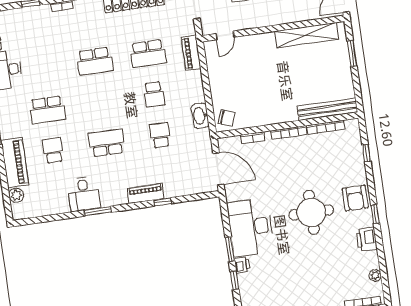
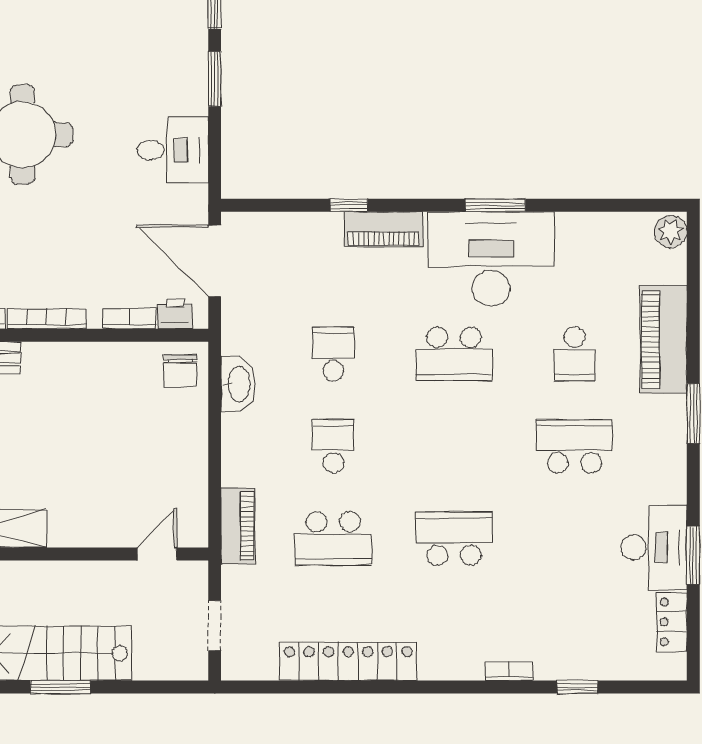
school desk: (148, 53) -> (333, 538), turned 180
chair: (227, 118) -> (180, 371), turned -111
school desk: (160, 135) -> (333, 354), turned 180
desk: (84, 194) -> (491, 259), width x1.87, depth x1.30
plant: (16, 195) -> (671, 232), moved
desk: (250, 227) -> (173, 150), width x0.53, depth x0.77
printer: (242, 265) -> (175, 313), moved, turned 90

